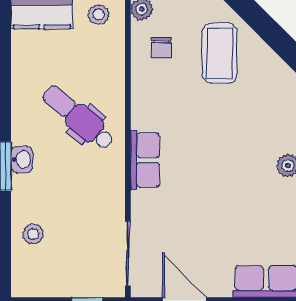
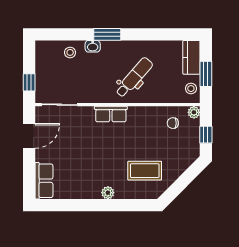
coffee table: (220, 53) -> (145, 171), moved
washbasin: (22, 160) -> (93, 46), moved

